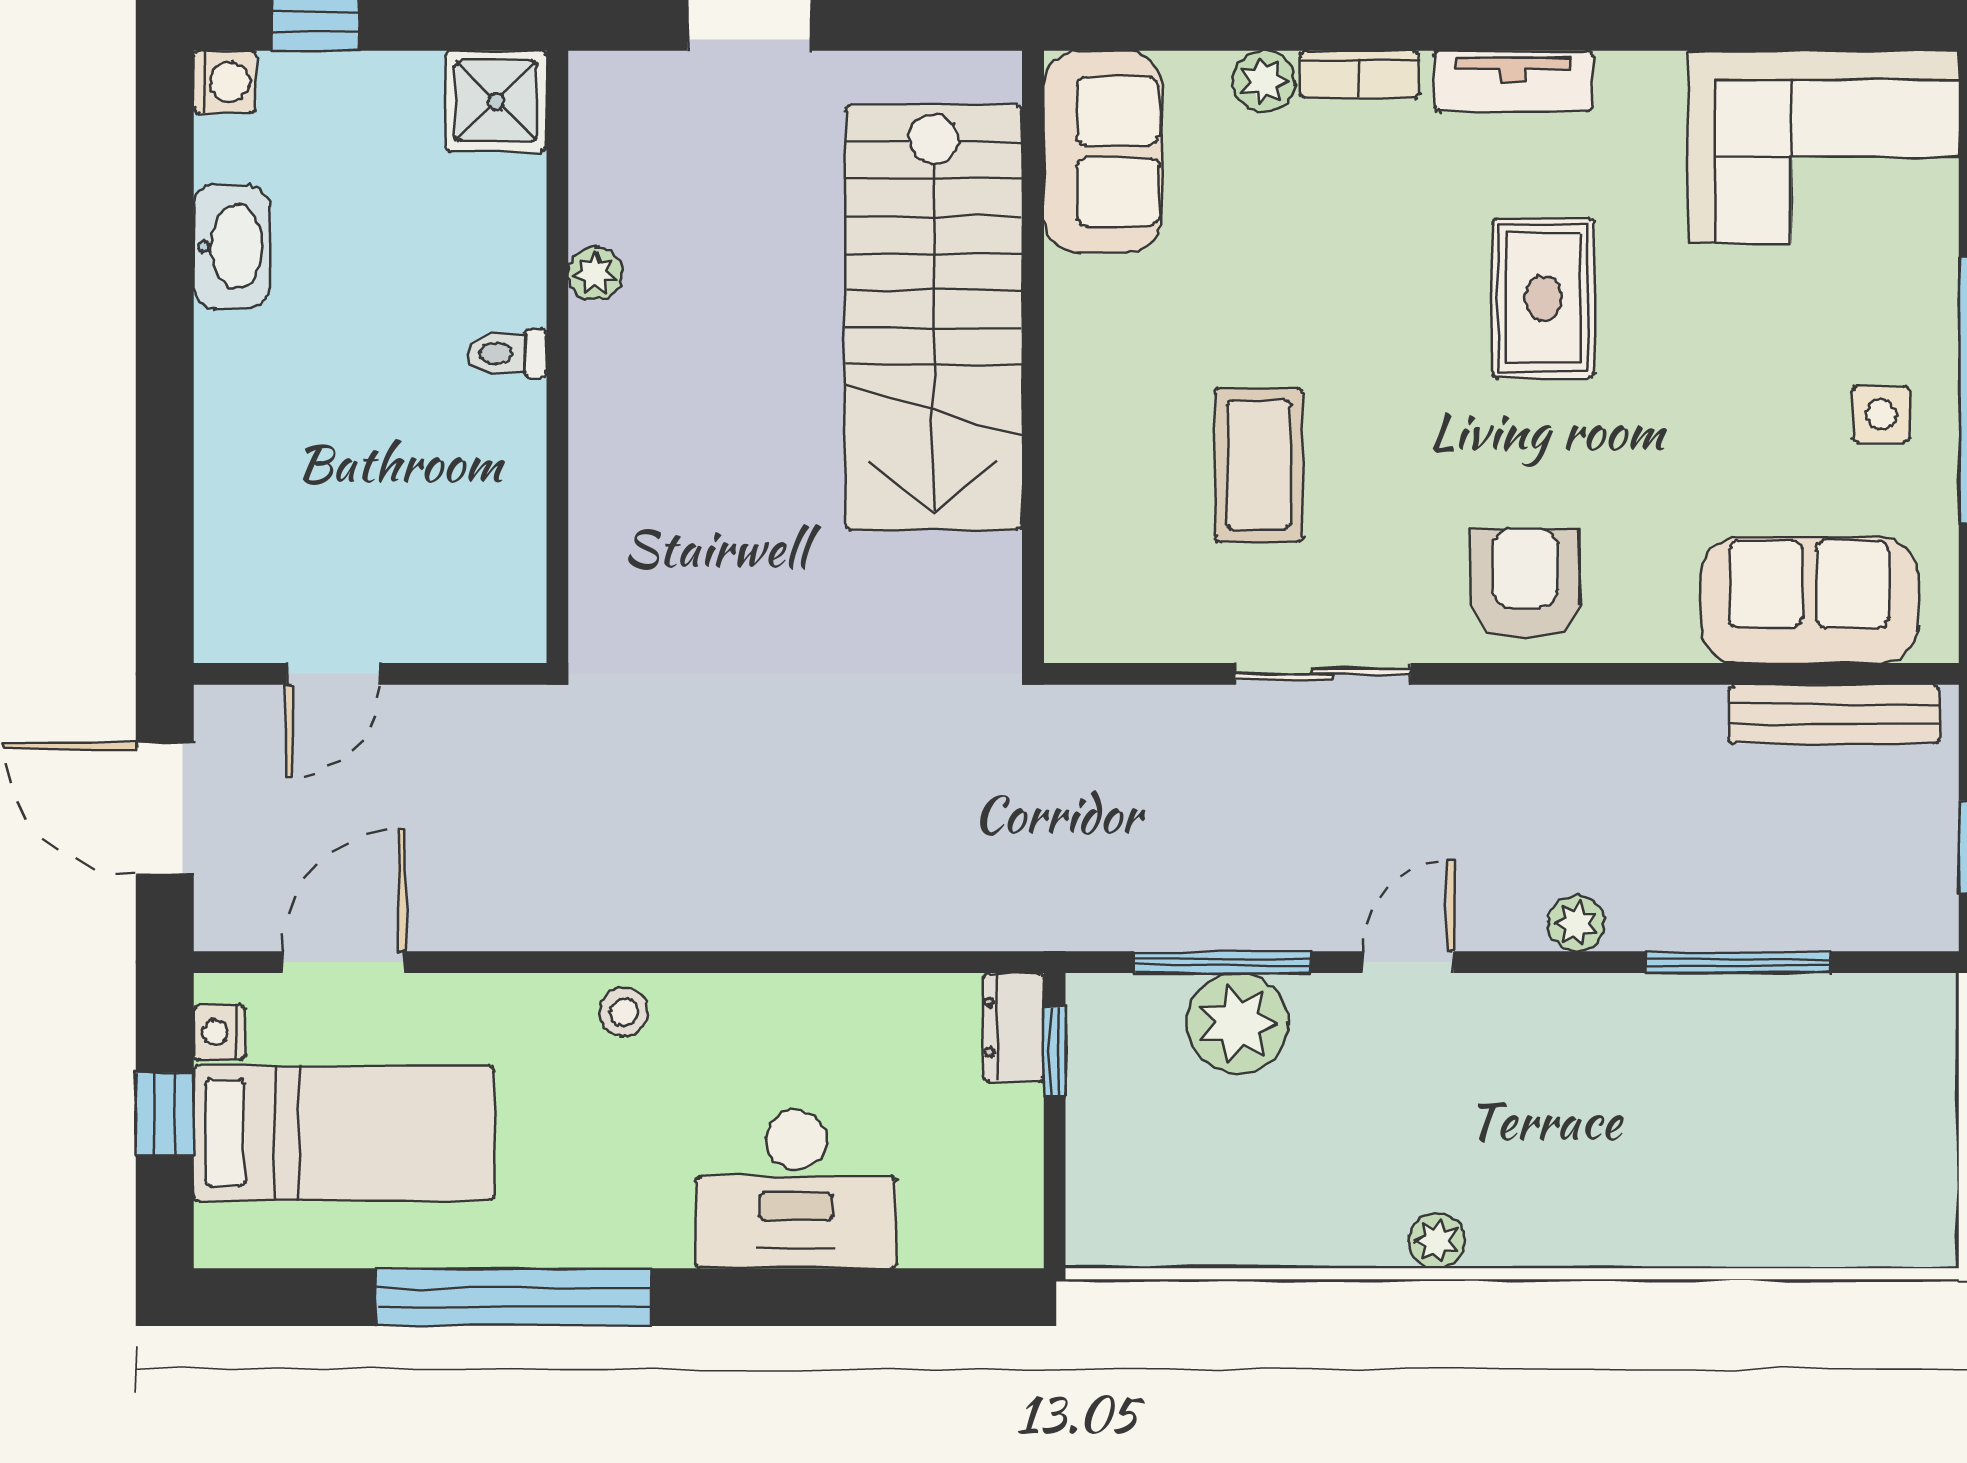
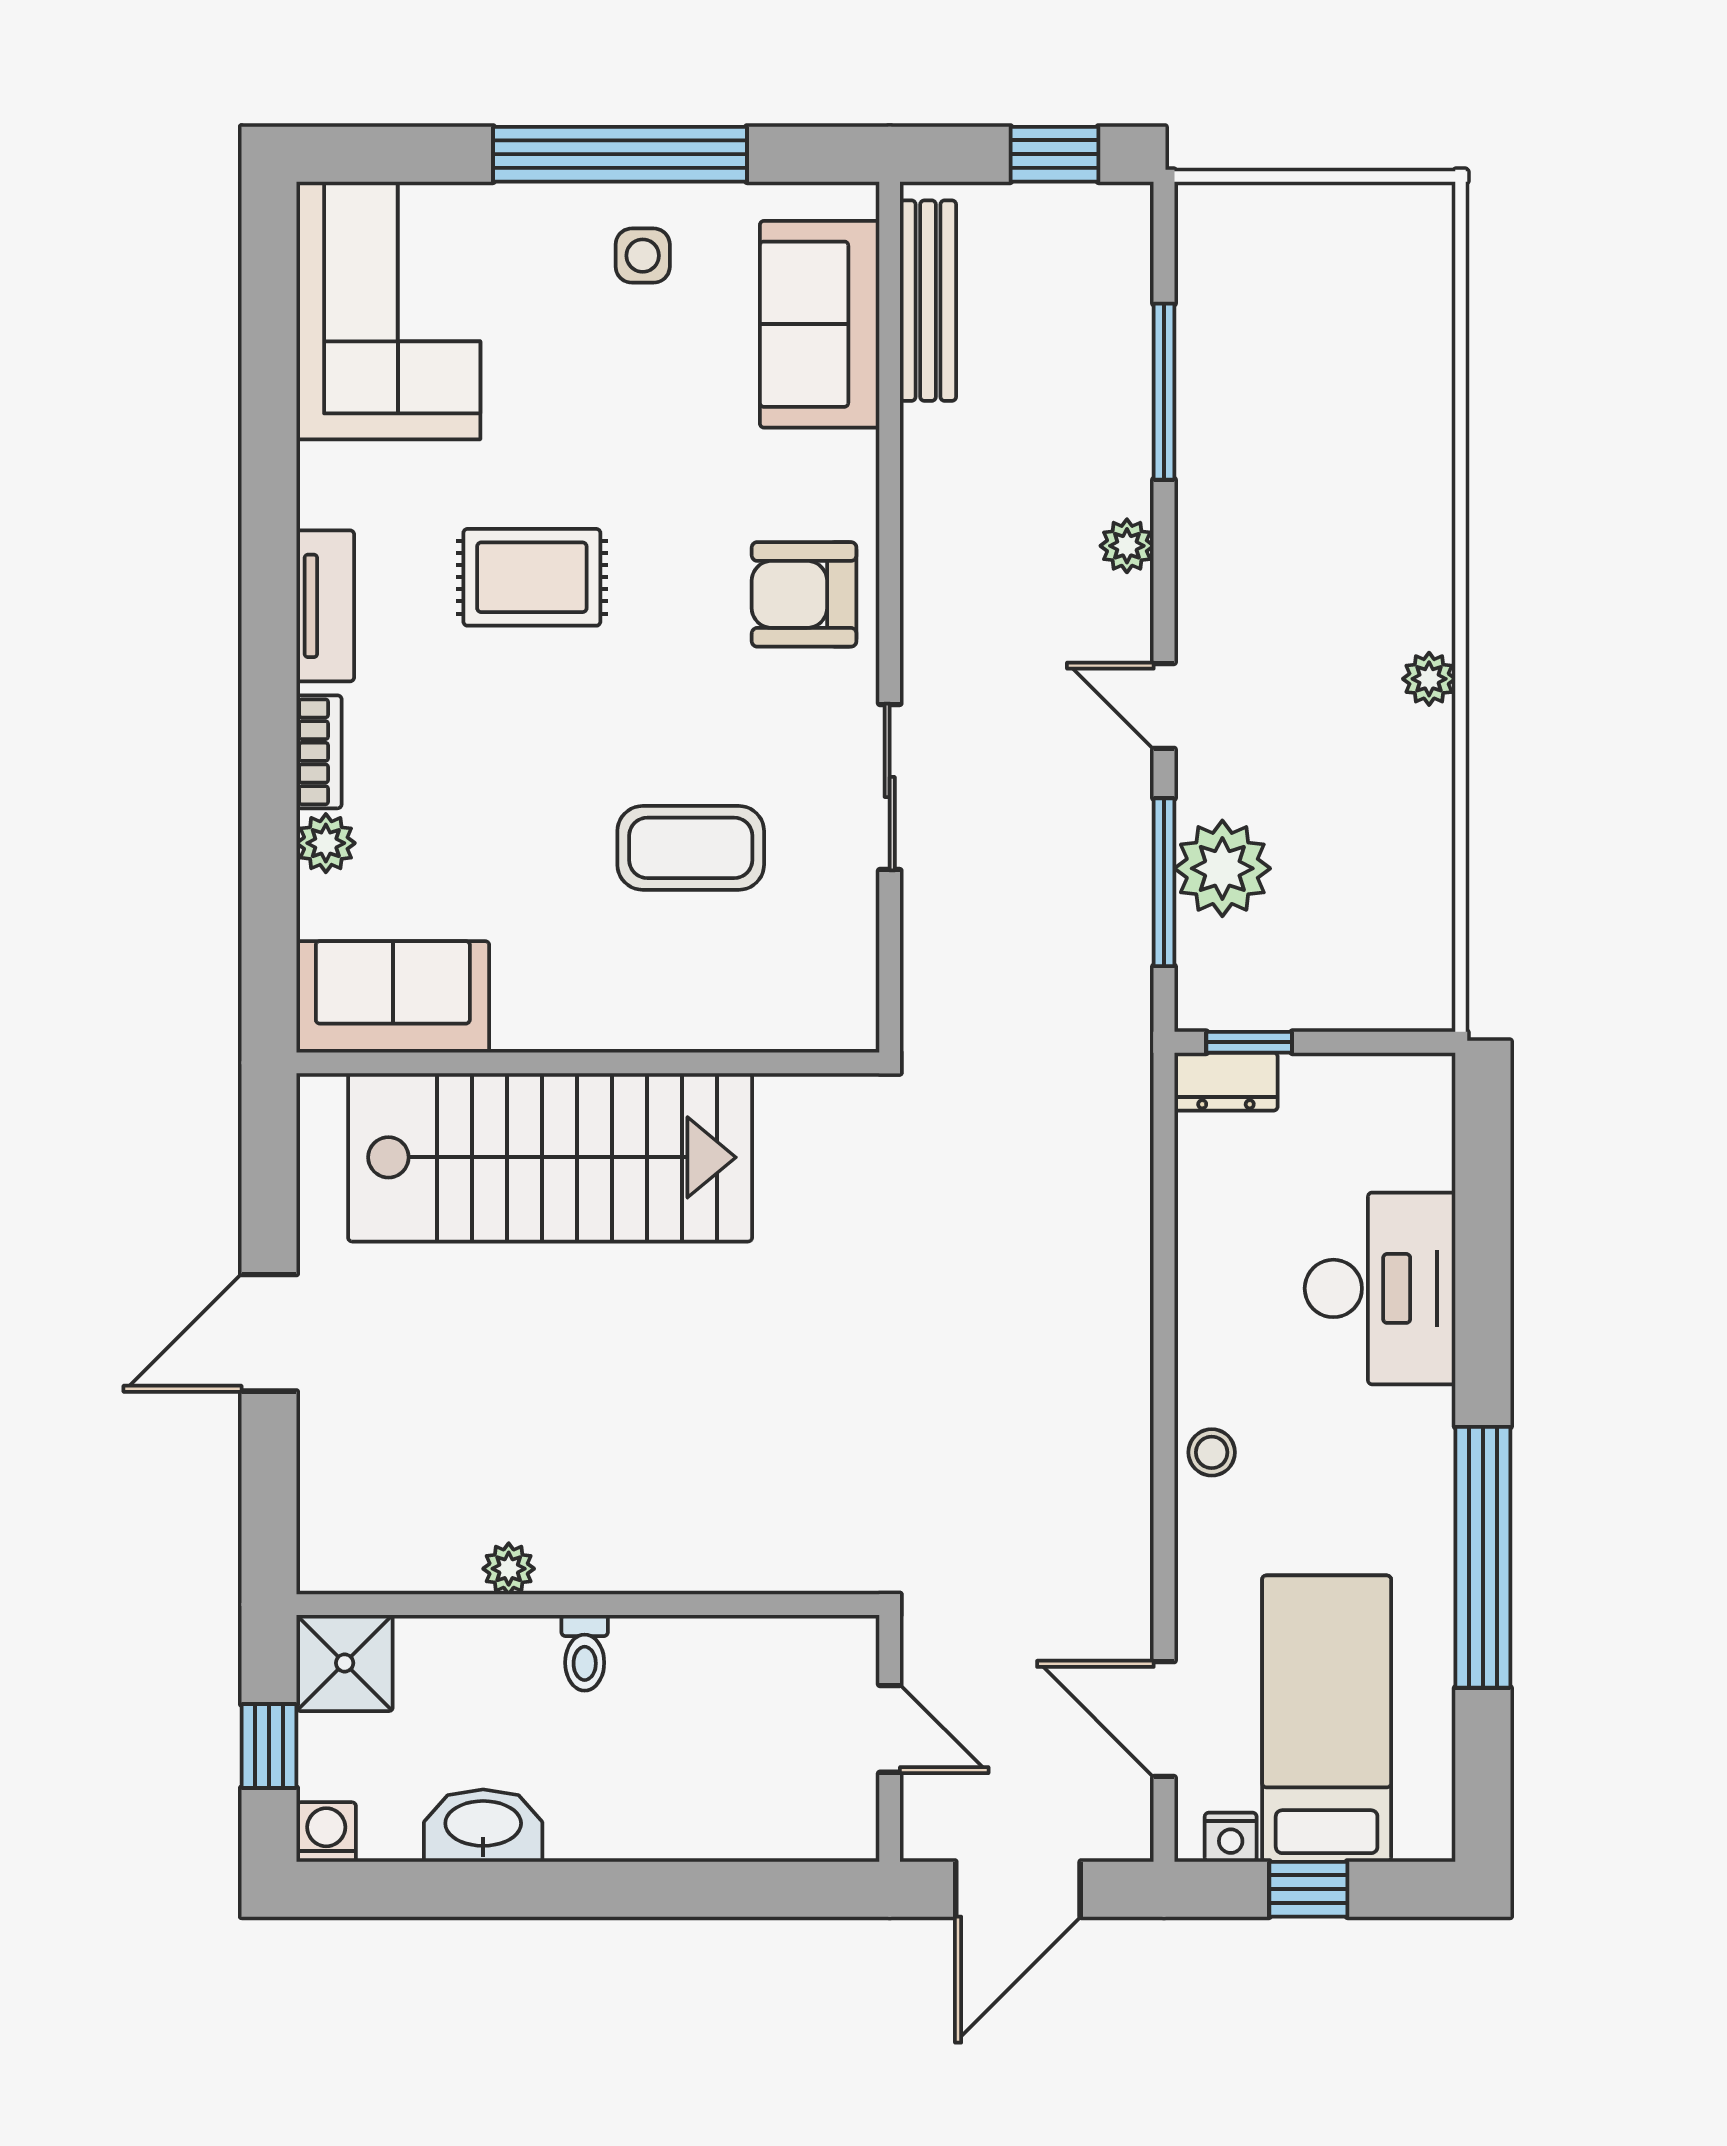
shower: (496, 101) -> (345, 1663), moved
plant: (595, 274) -> (509, 1569), moved
toilet: (507, 353) -> (585, 1653), moved
wall: (557, 357) -> (588, 1605), moved

